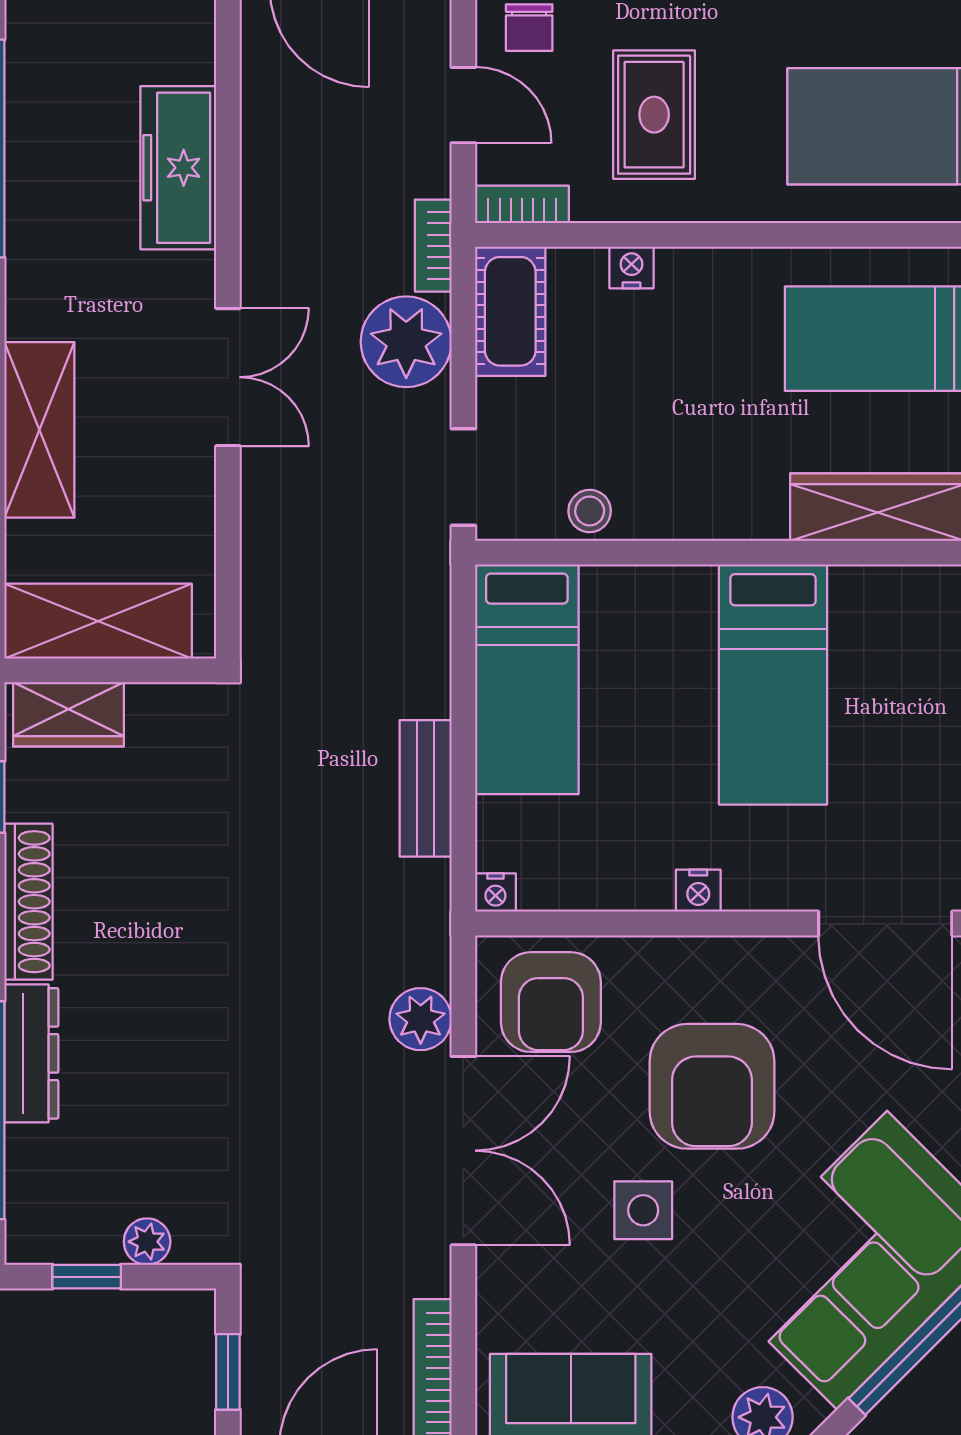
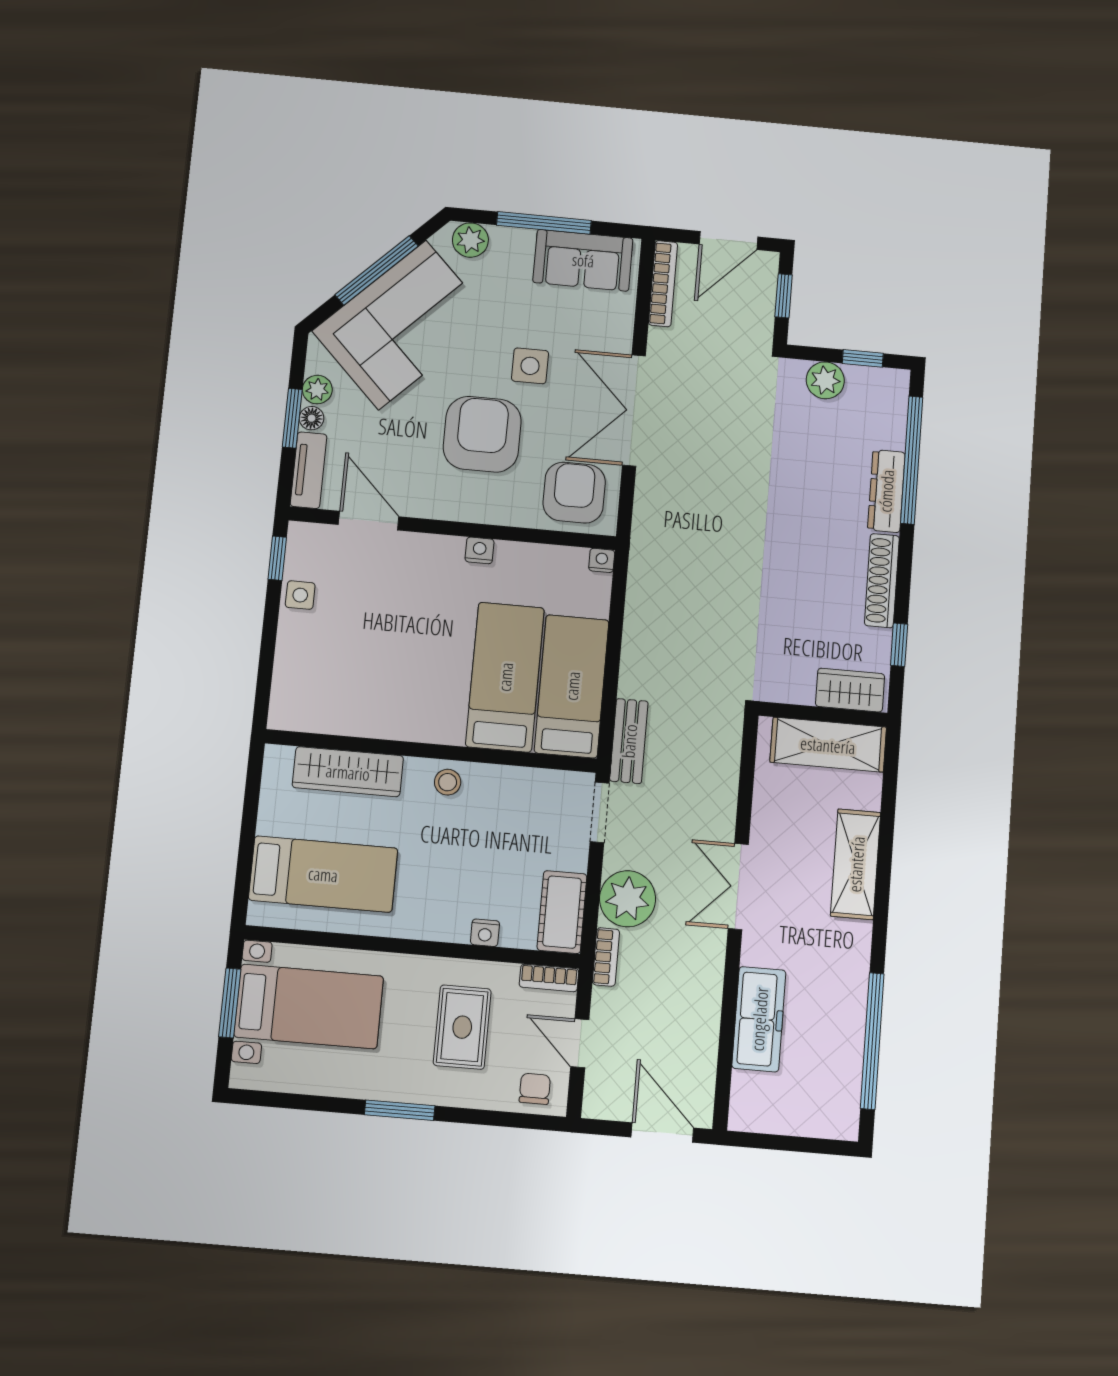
stool: (590, 511) -> (448, 782), moved
bed: (773, 685) -> (505, 677), moved
bench: (426, 788) -> (629, 741), moved
door: (885, 924) -> (369, 521), width x0.73
plant: (421, 1019) -> (653, 490), removed
plant: (147, 1242) -> (825, 380), width x1.38, depth x1.38

